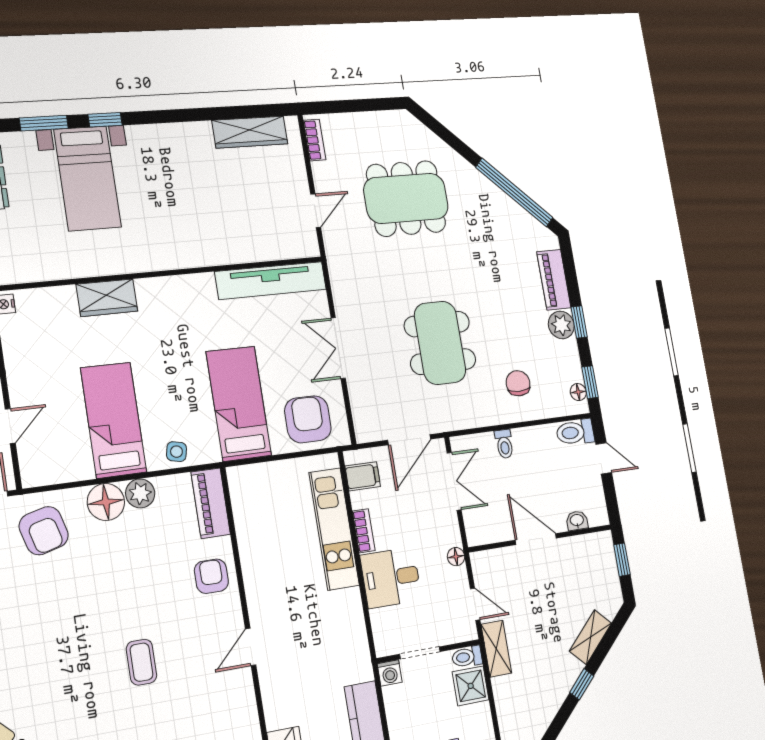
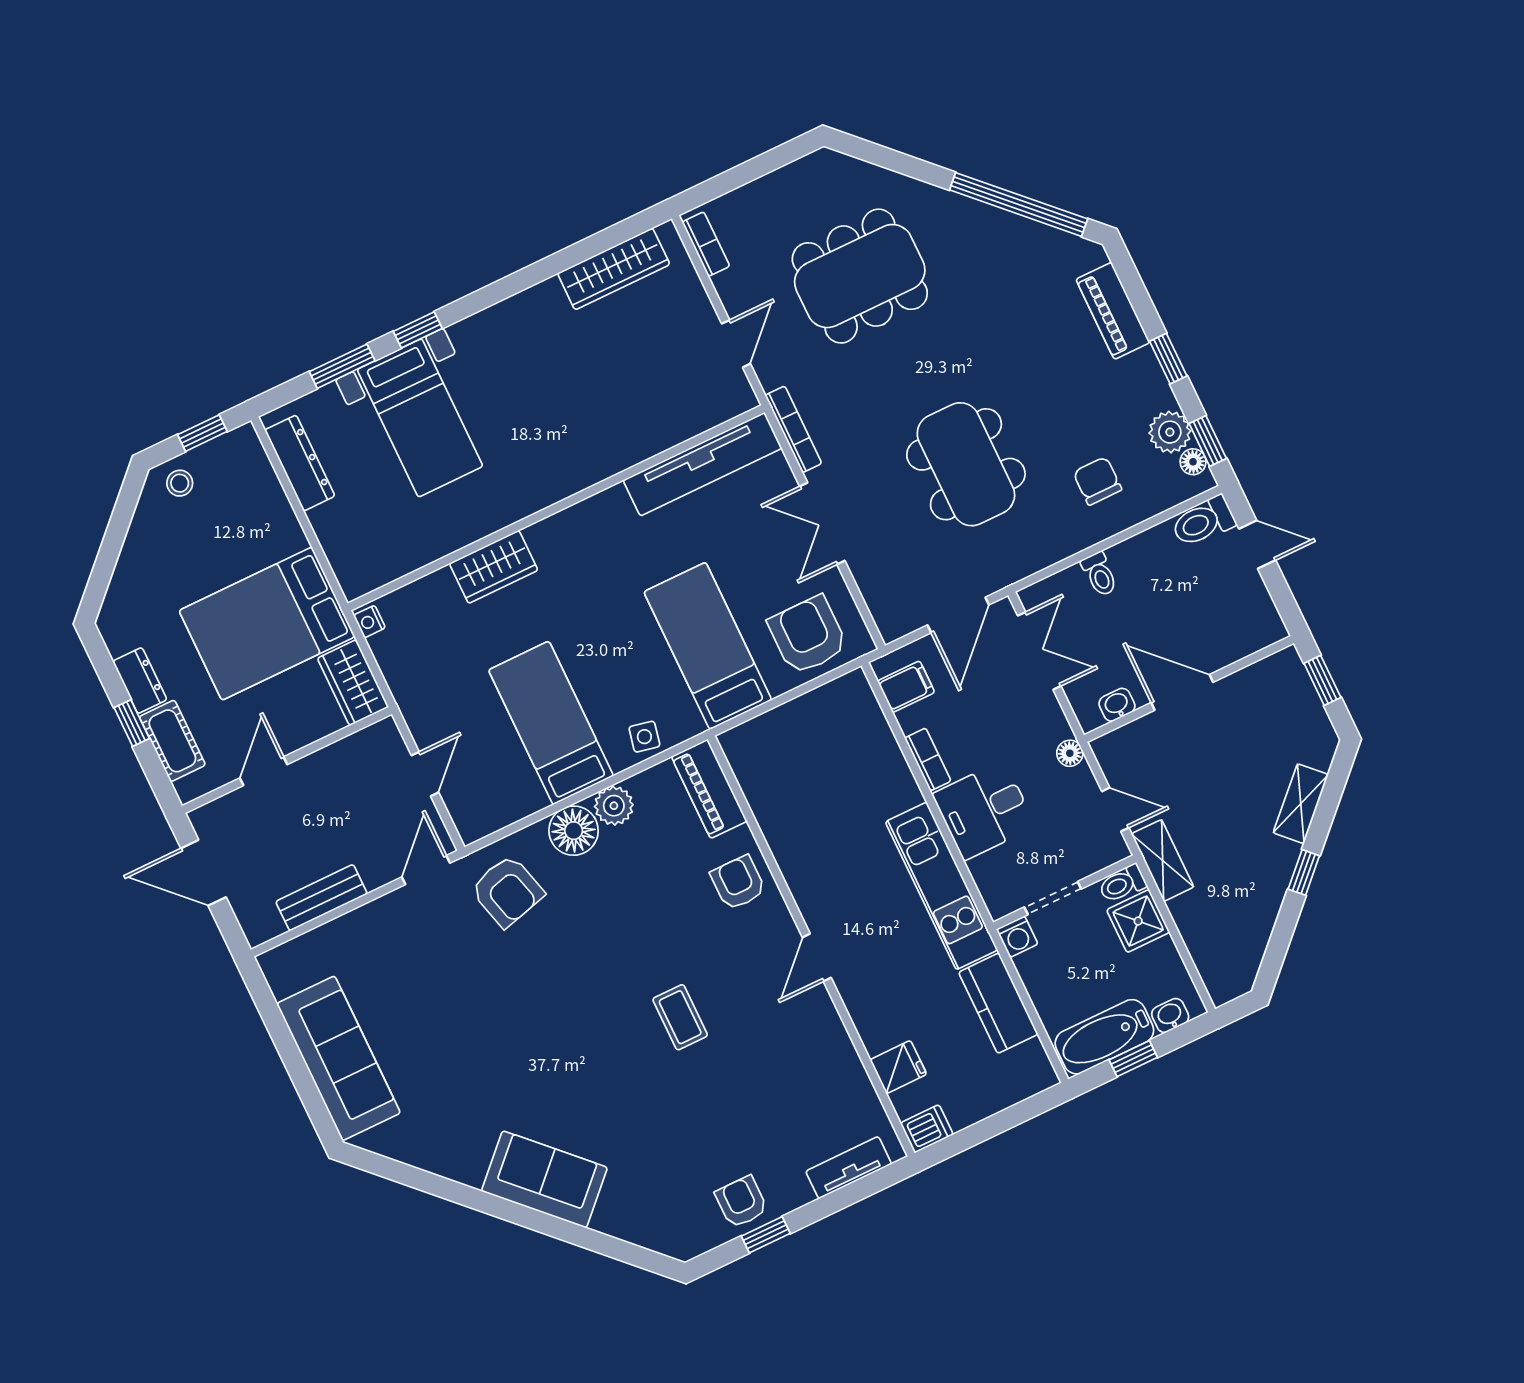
bookcase: (337, 280) -> (793, 429), added
plant: (561, 325) -> (1170, 432), moved
washbasin: (577, 521) -> (1117, 705), moved
kitchen unit: (334, 529) -> (941, 886), moved

